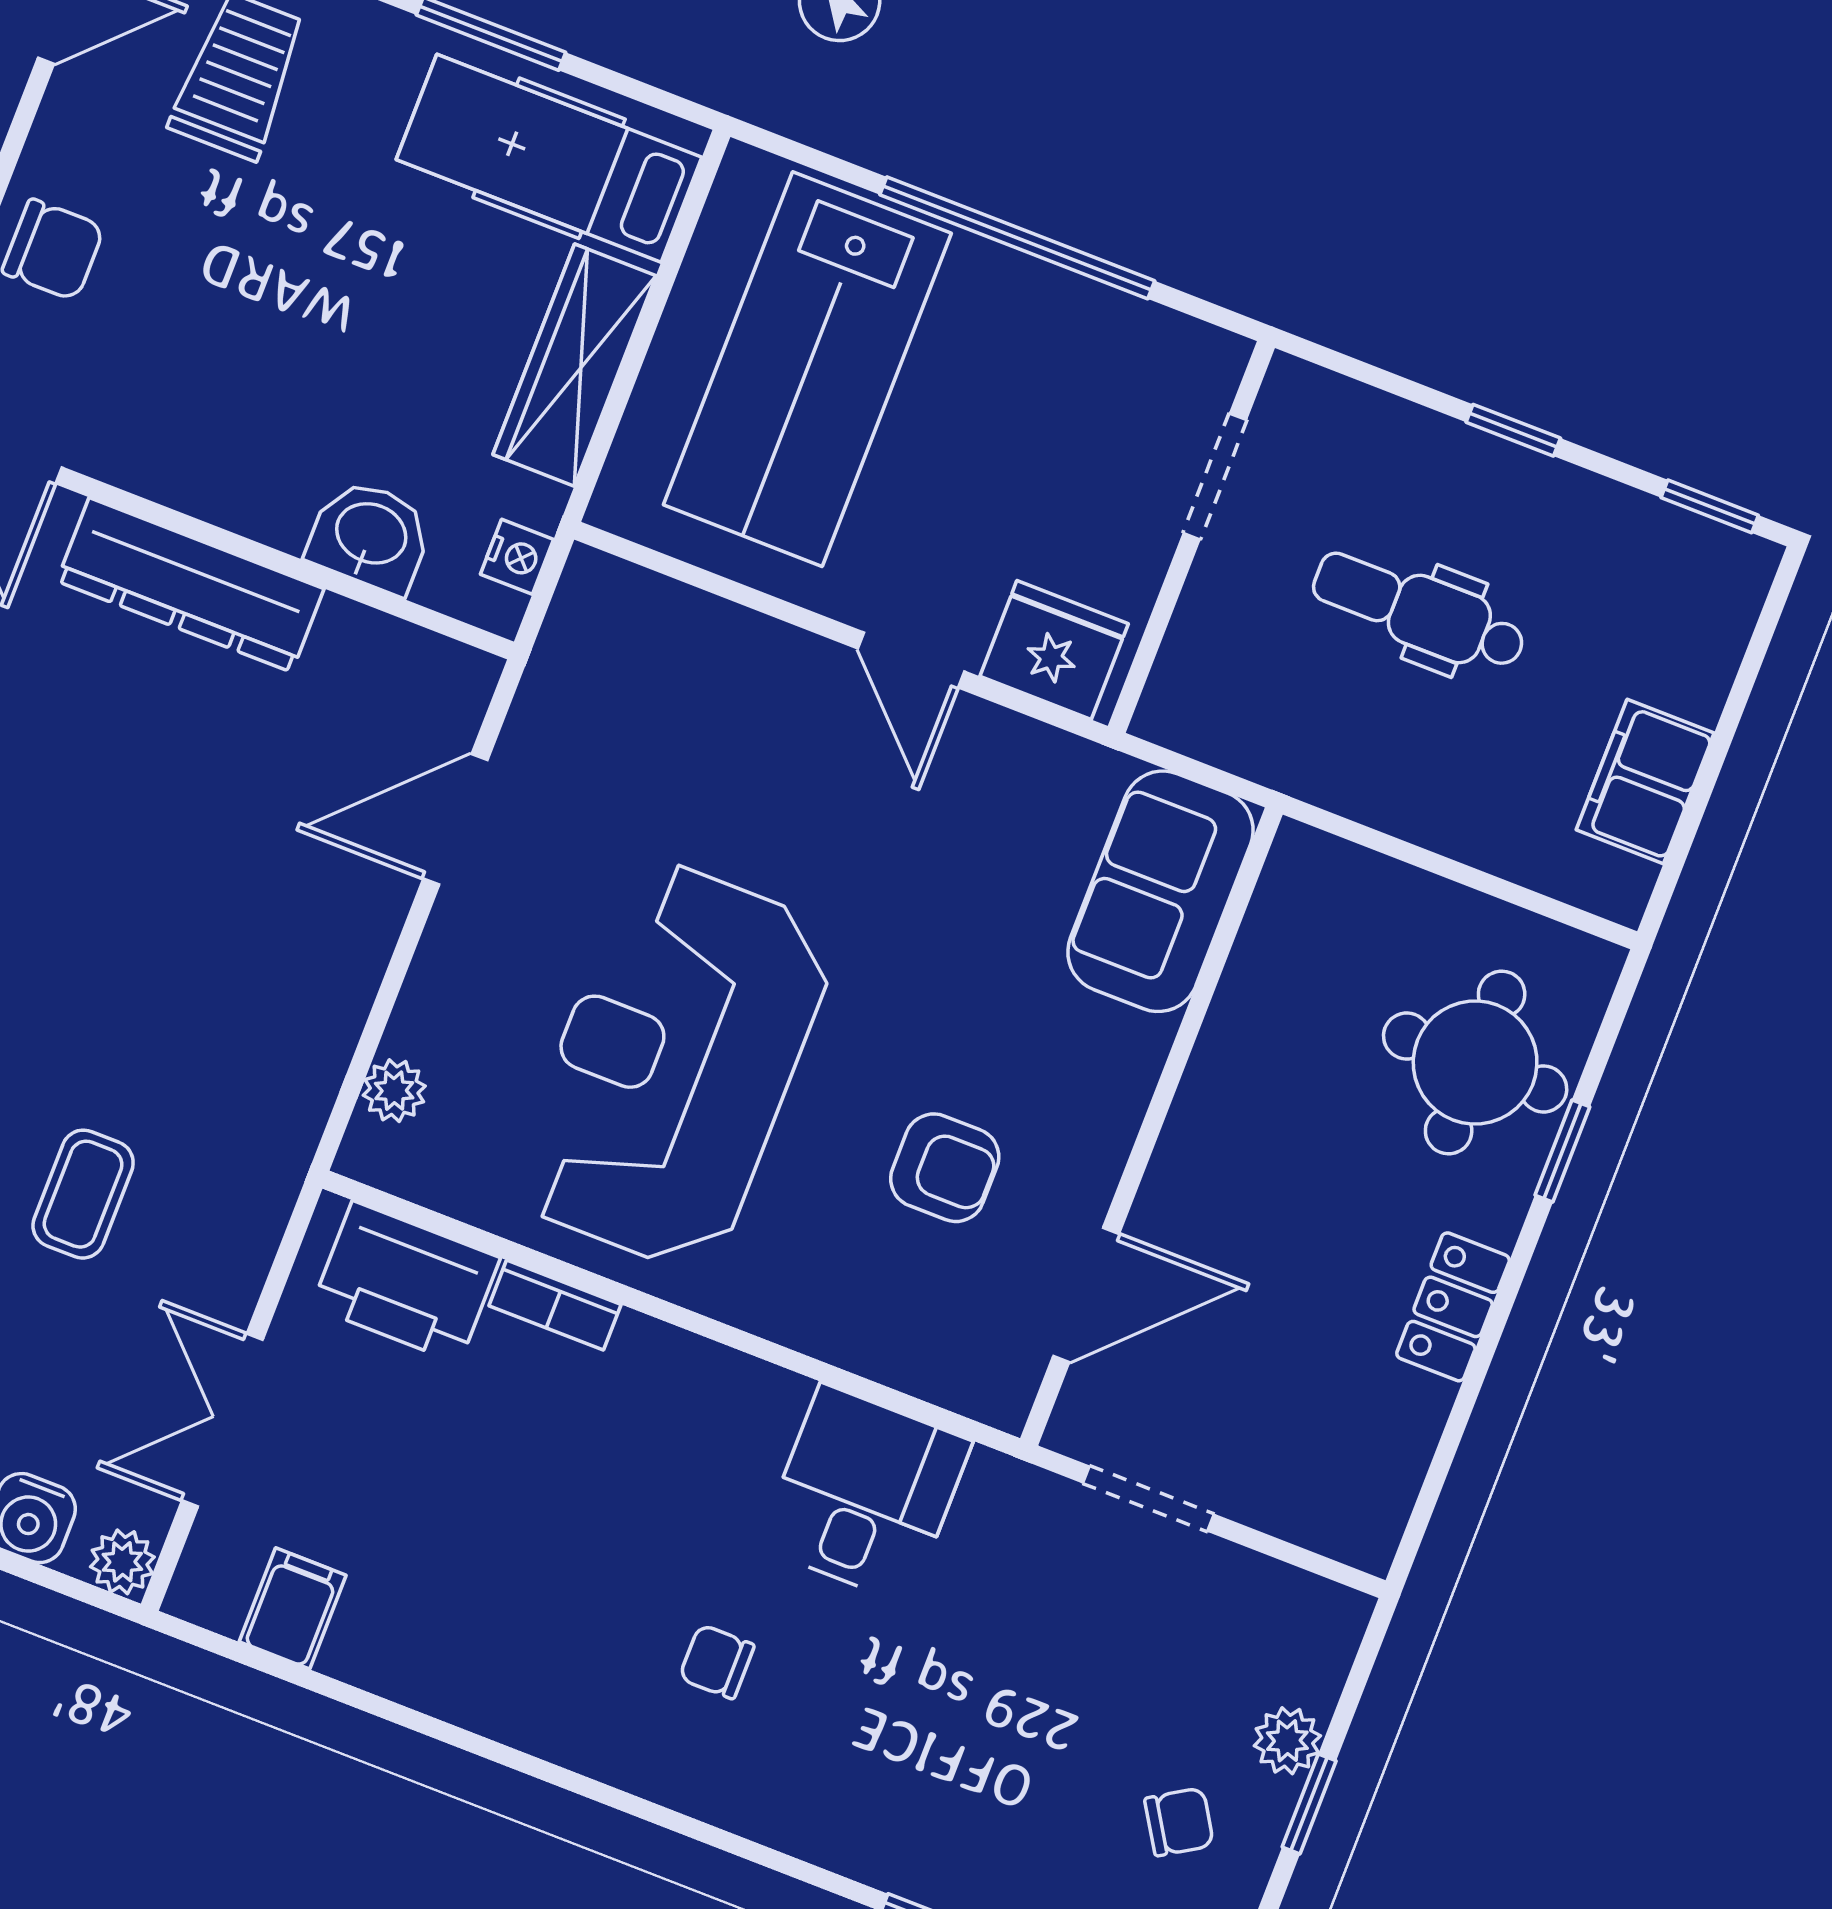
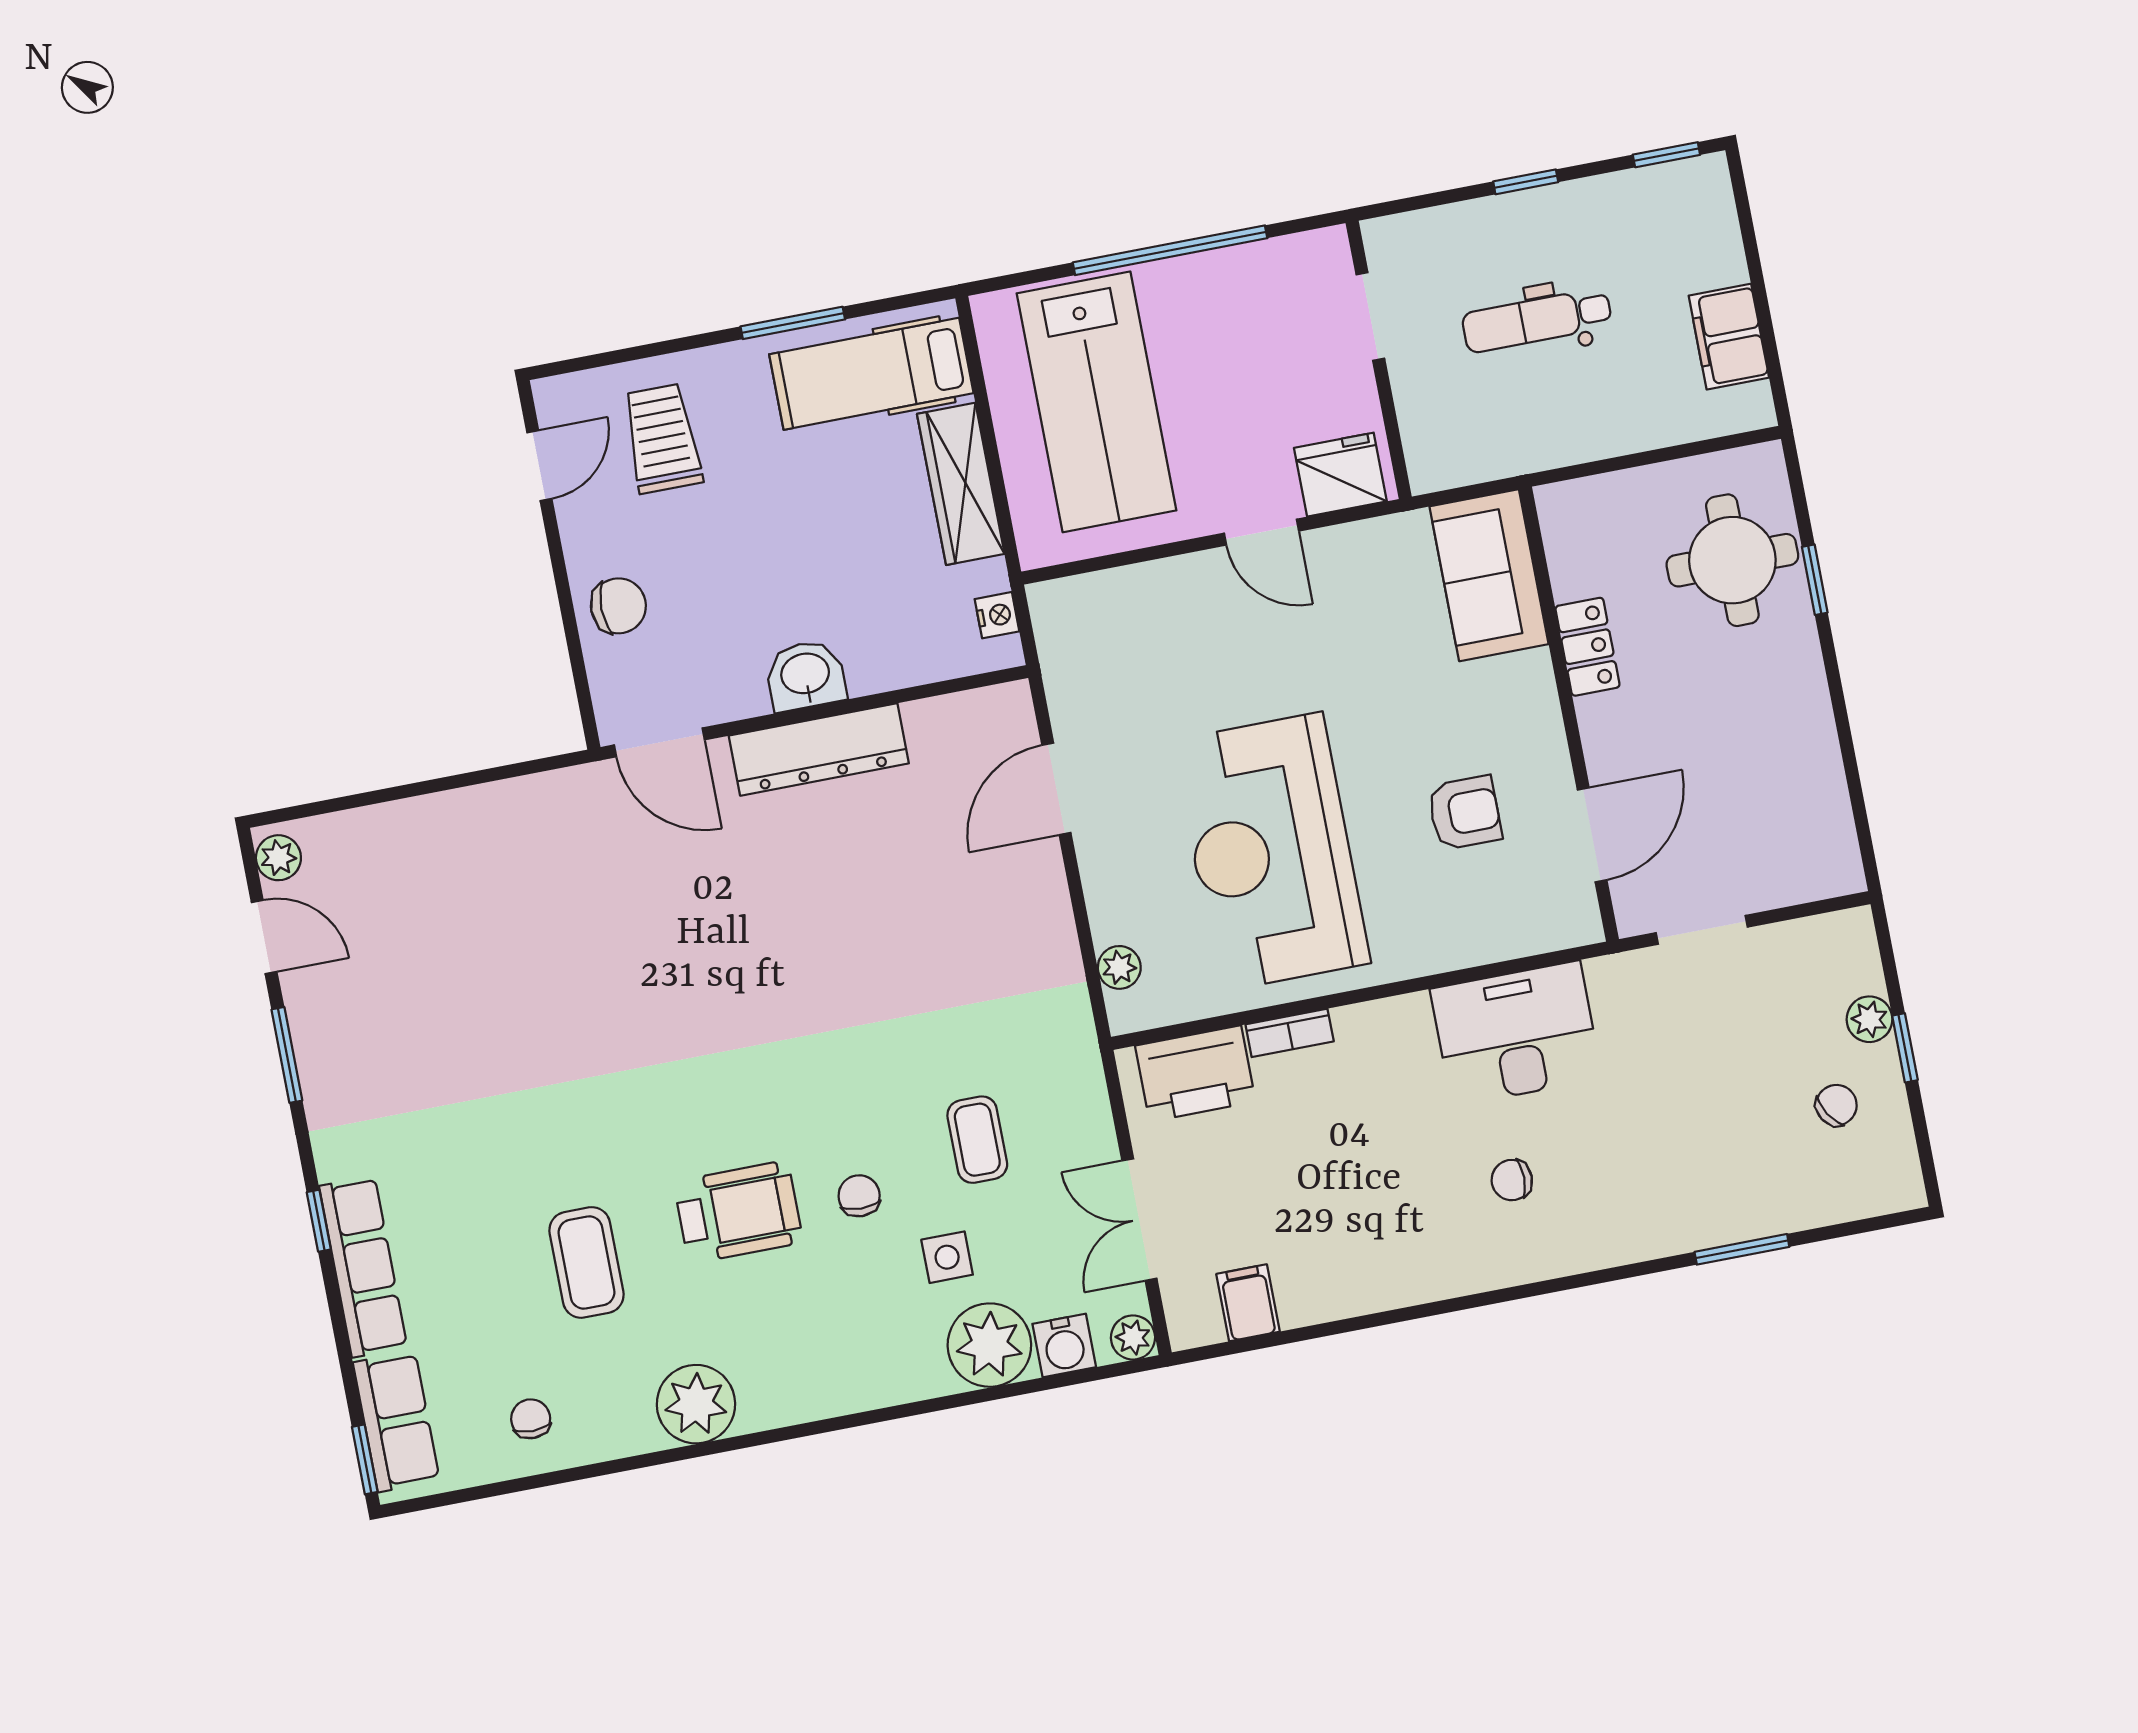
washbasin: (370, 536) -> (805, 675), moved
locker: (1453, 1307) -> (1587, 647), moved, turned 180
desk: (865, 1494) -> (1516, 1034), width x1.37

